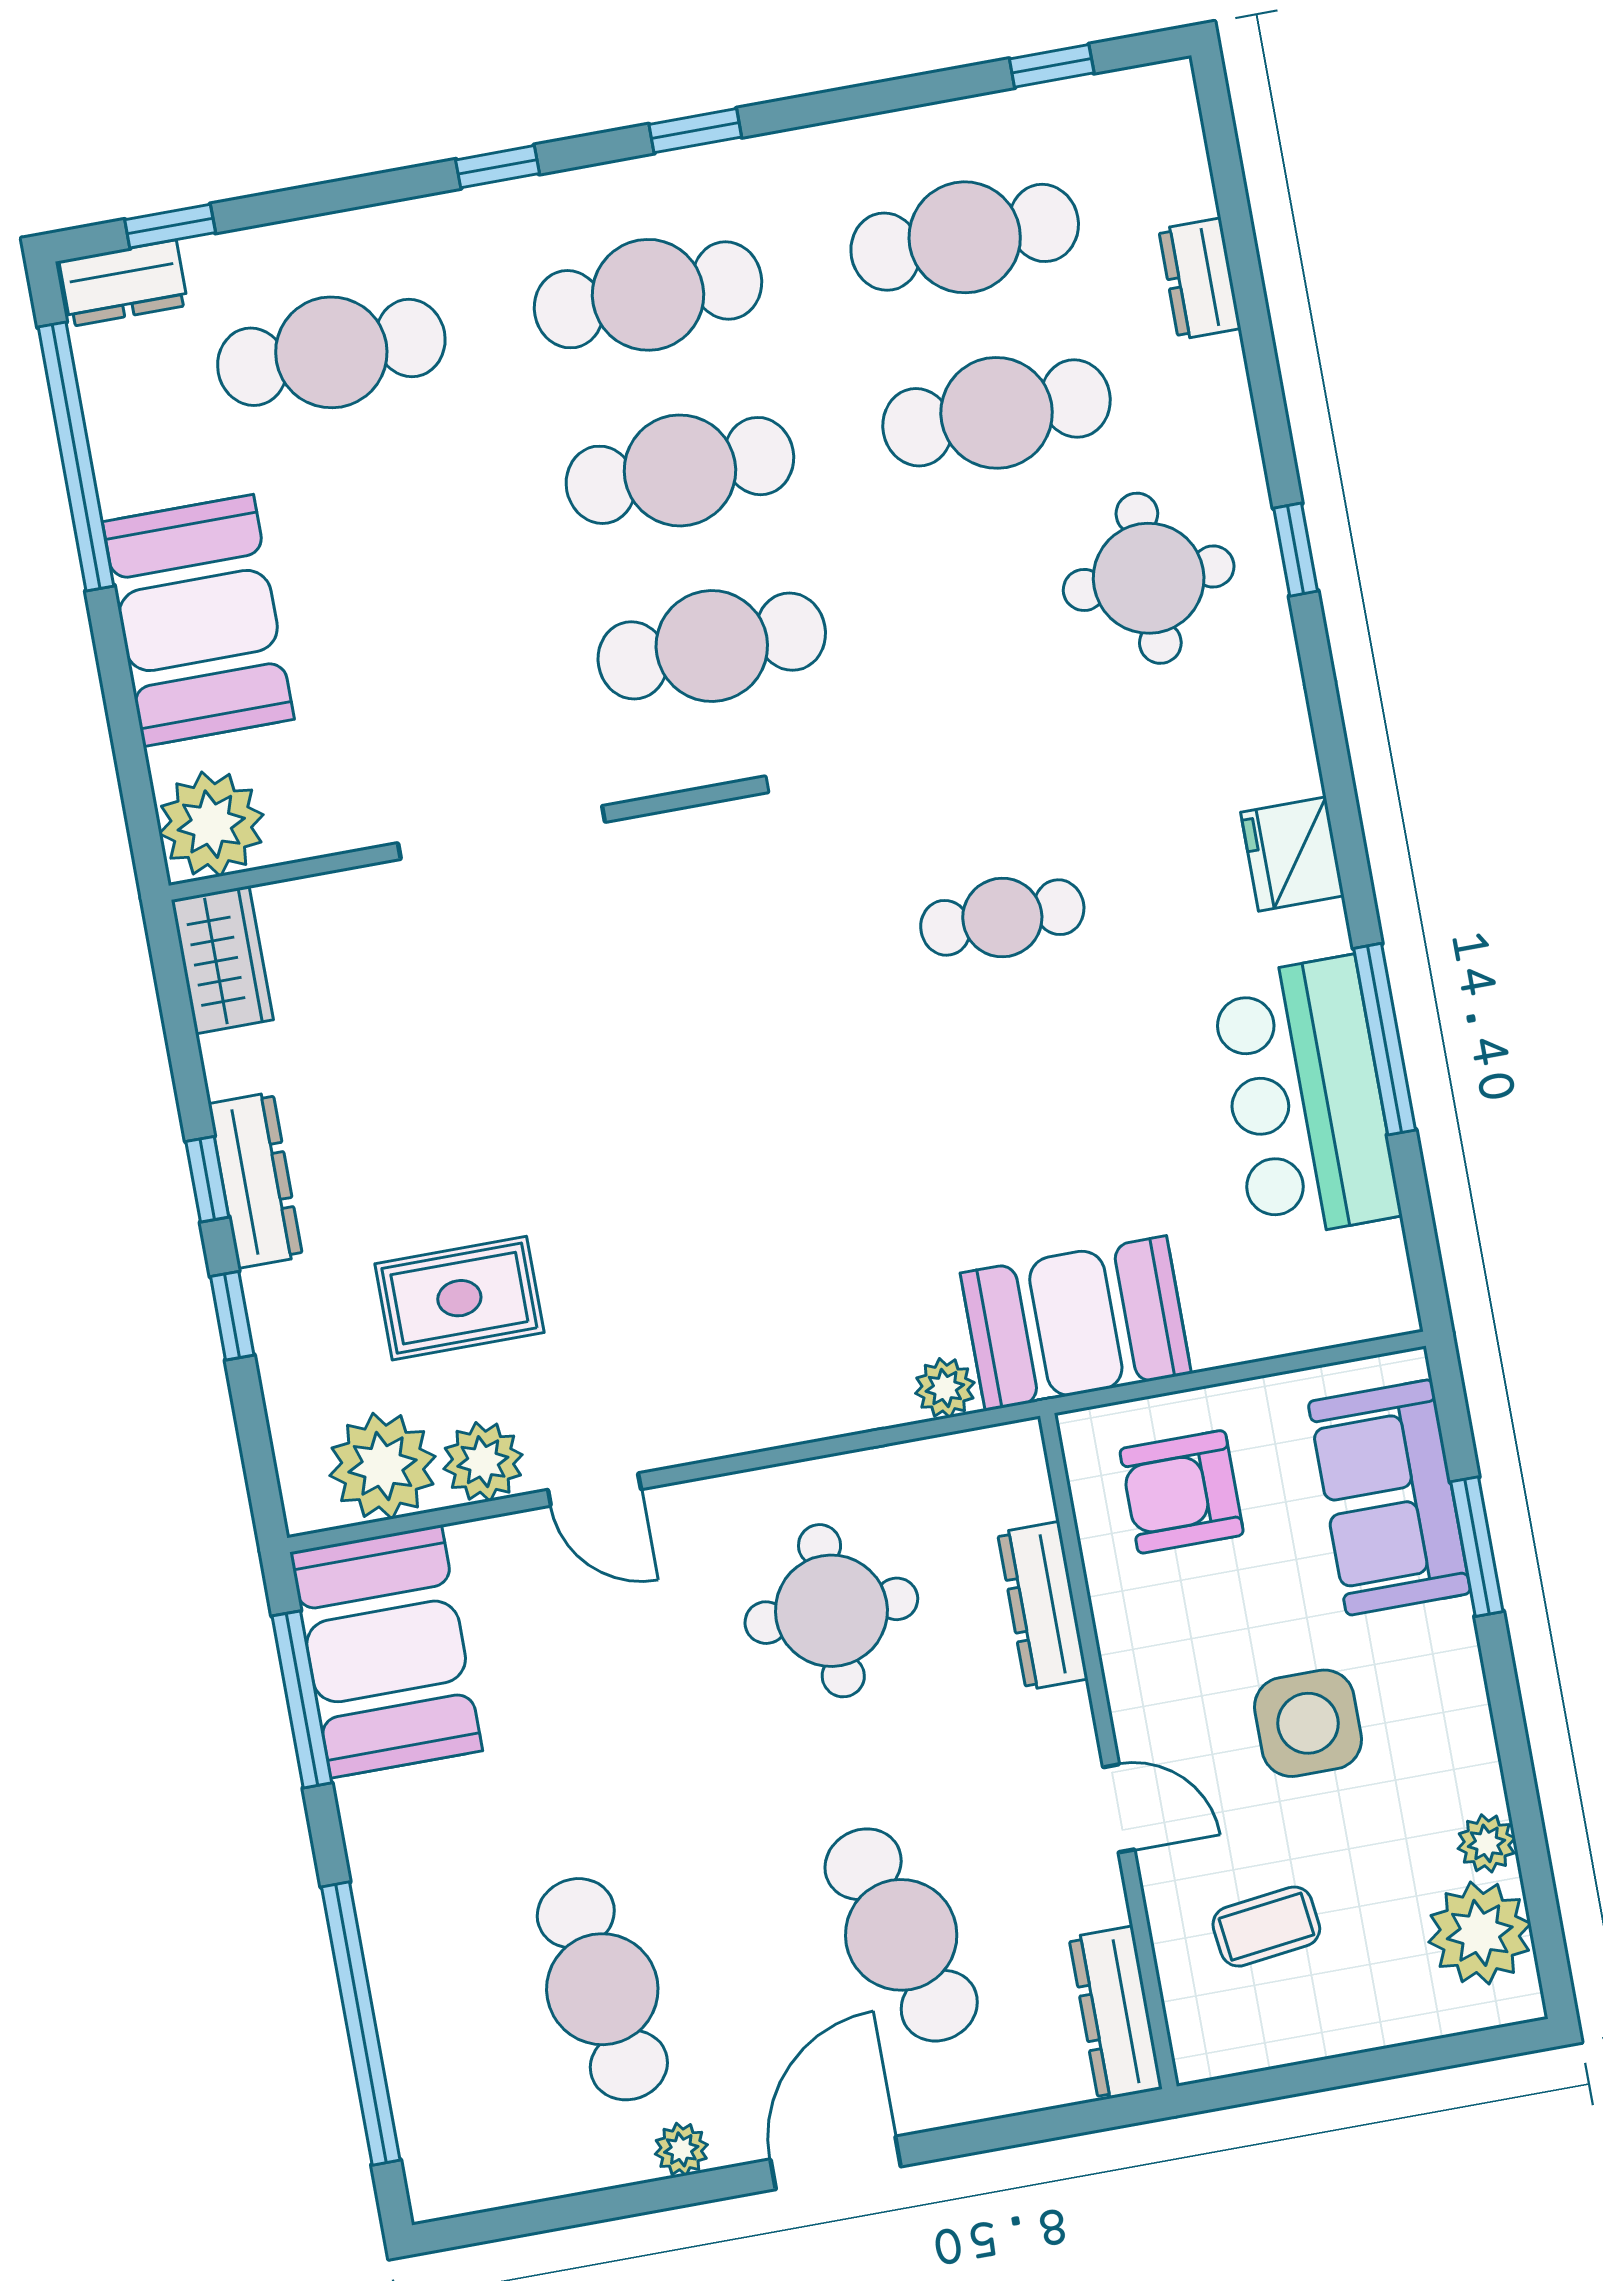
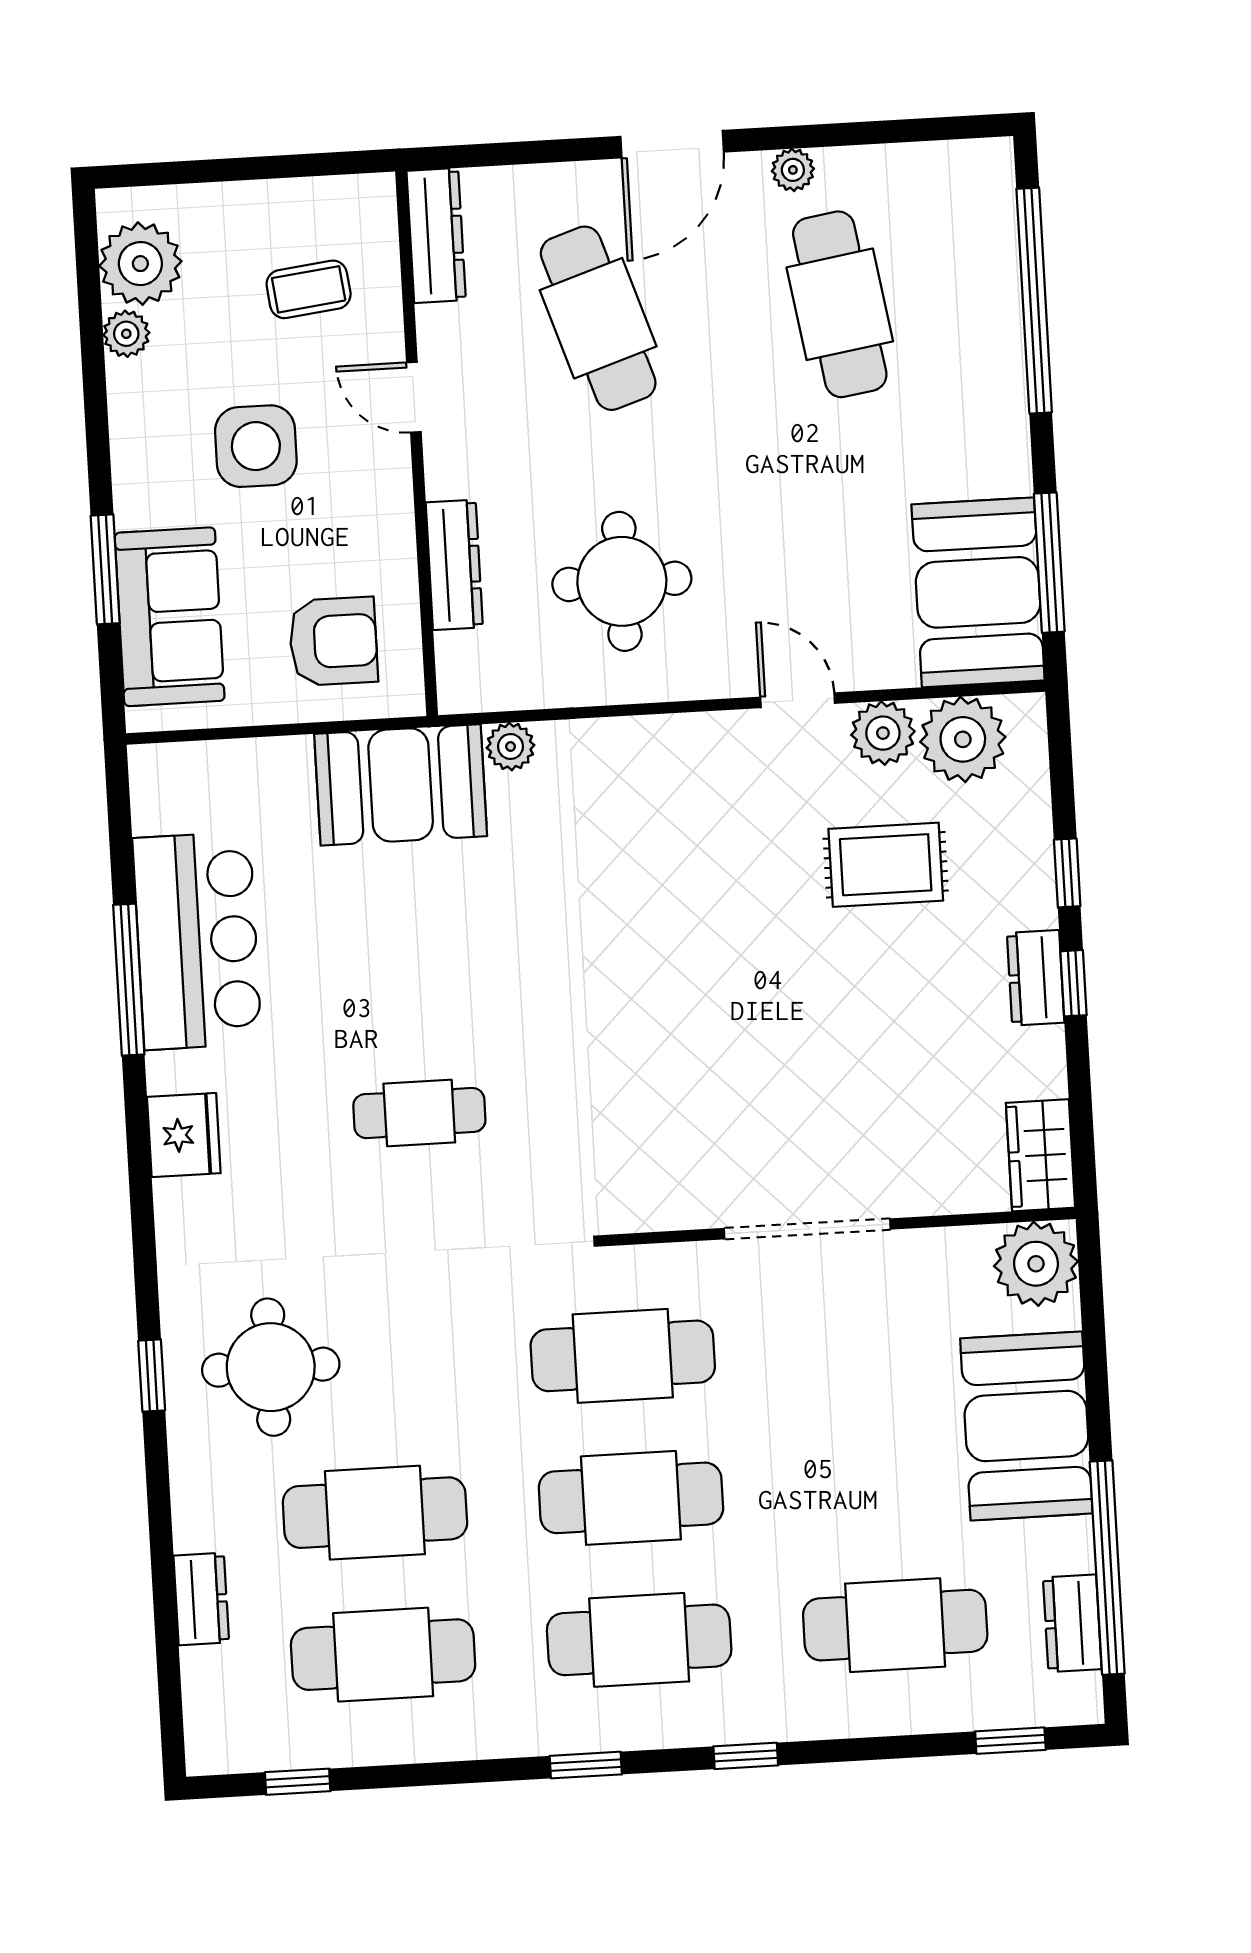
dresser: (123, 283) -> (1072, 1623), moved, turned -90
dresser: (255, 1180) -> (1036, 978), width x0.70

